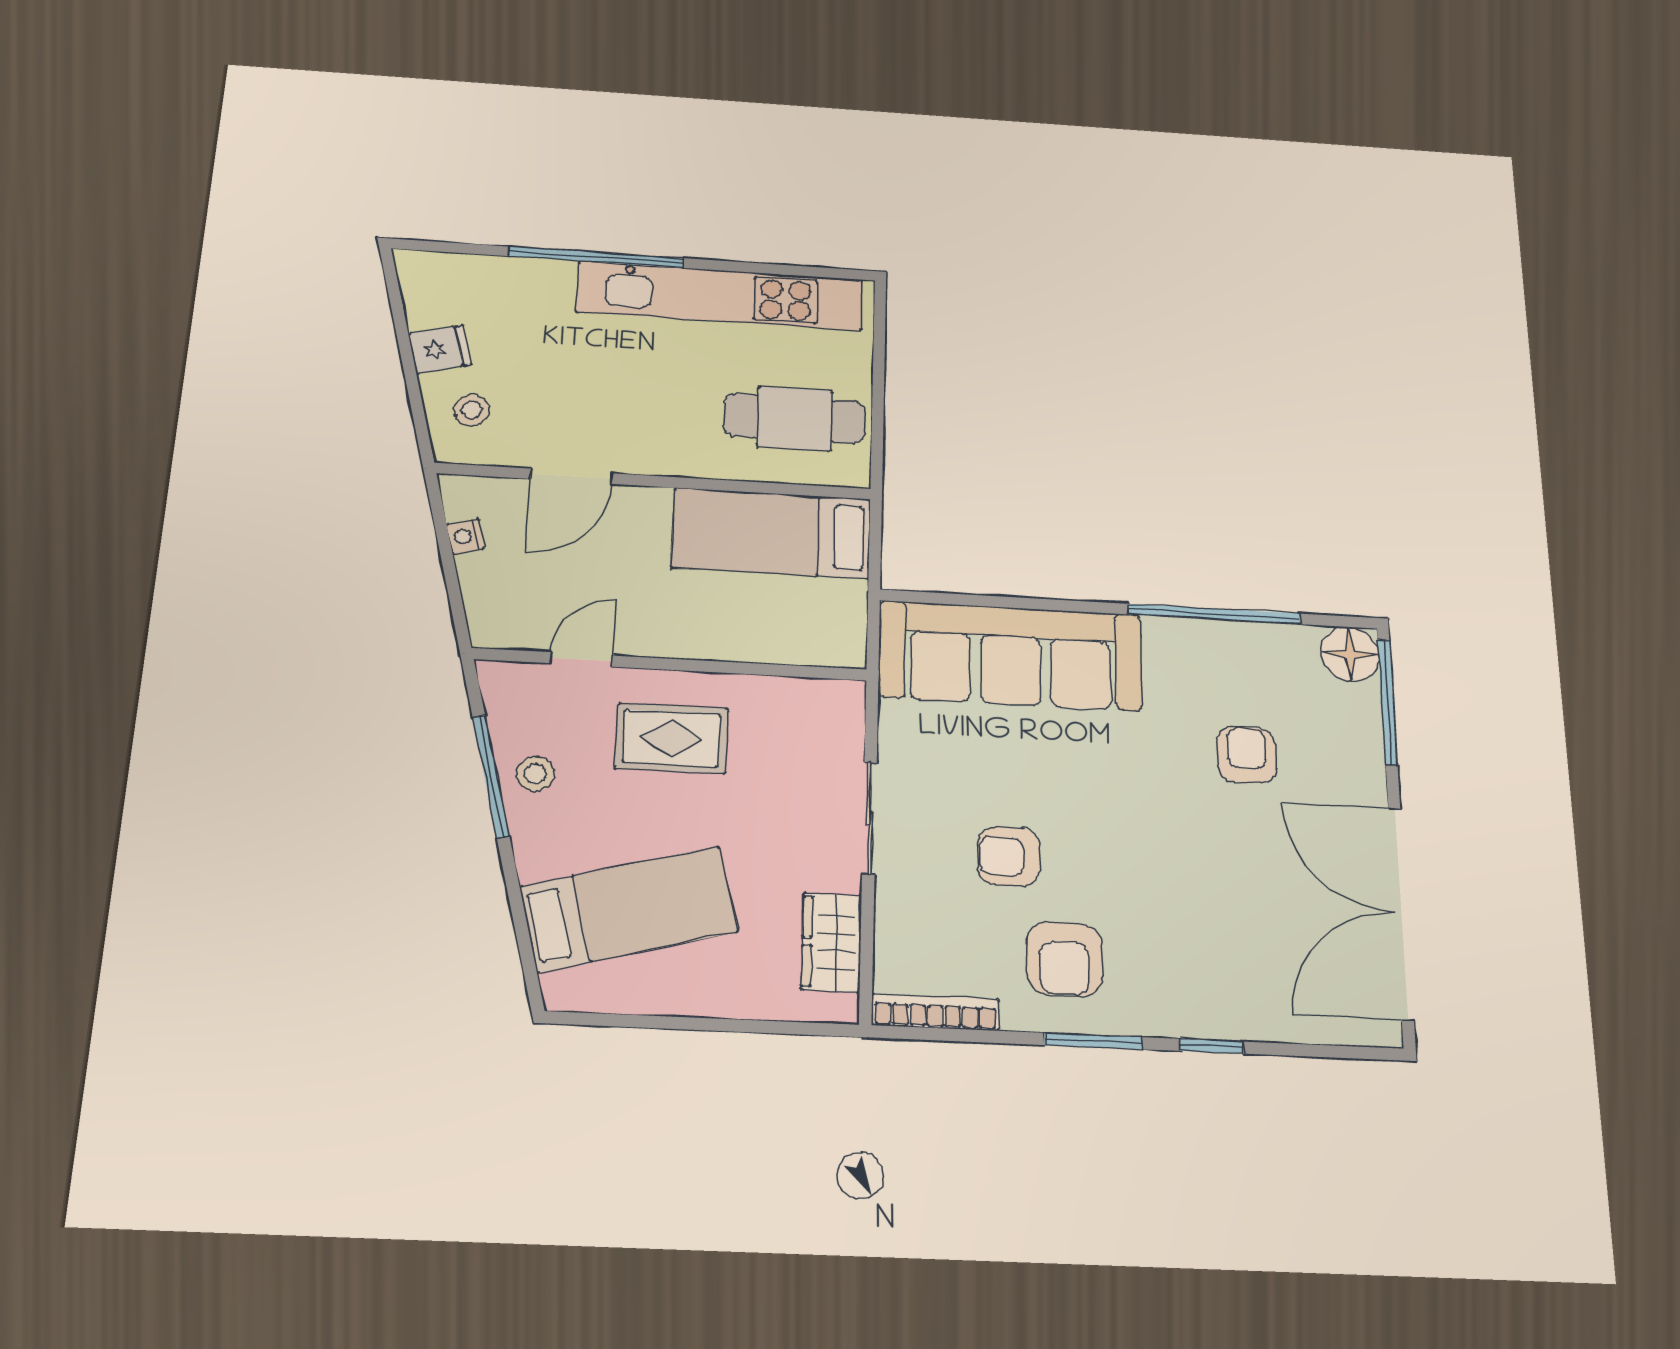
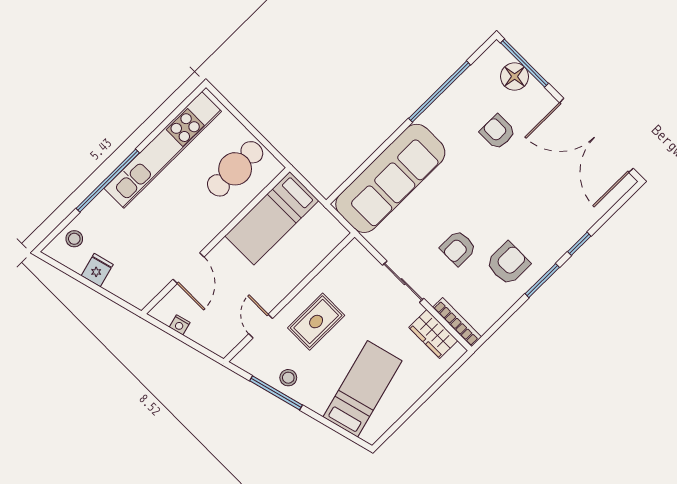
stool: (472, 410) -> (74, 239), moved
floor lamp: (1350, 654) -> (515, 77), moved
armchair: (1064, 959) -> (508, 263), turned -90
bookcase: (935, 1012) -> (457, 322), moved, turned 90

